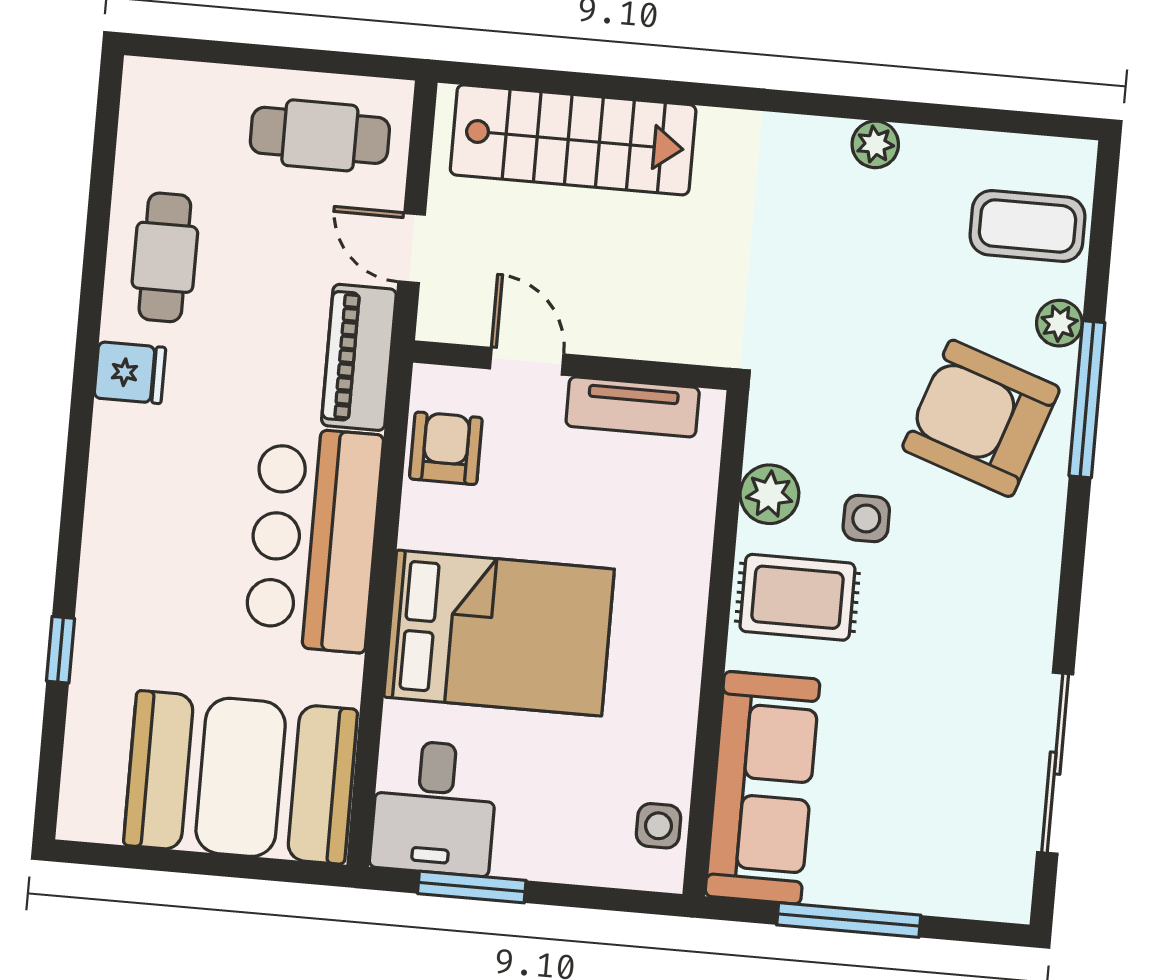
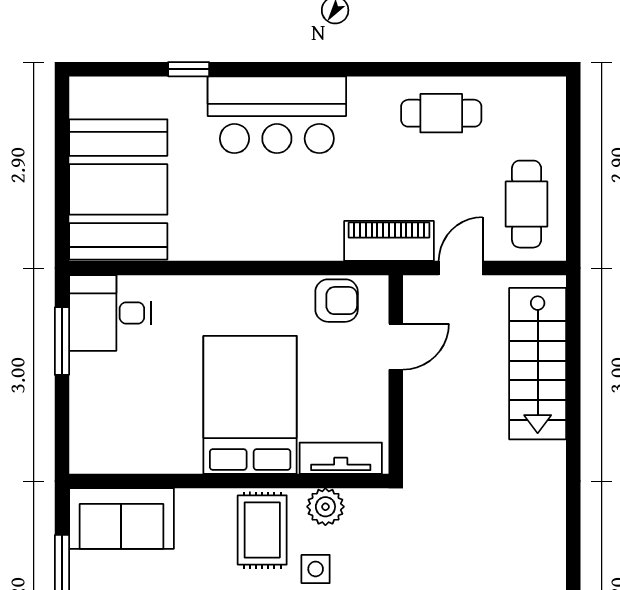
plant: (875, 144) -> (551, 554), removed
fridge: (130, 373) -> (367, 98), removed
tv unit: (633, 407) -> (341, 458), moved, turned 90
bar counter: (314, 539) -> (277, 115), moved, turned 180
bed: (499, 633) -> (250, 405), moved, turned 180
sofa: (763, 788) -> (121, 519), width x0.73
side table: (659, 826) -> (111, 455), removed

